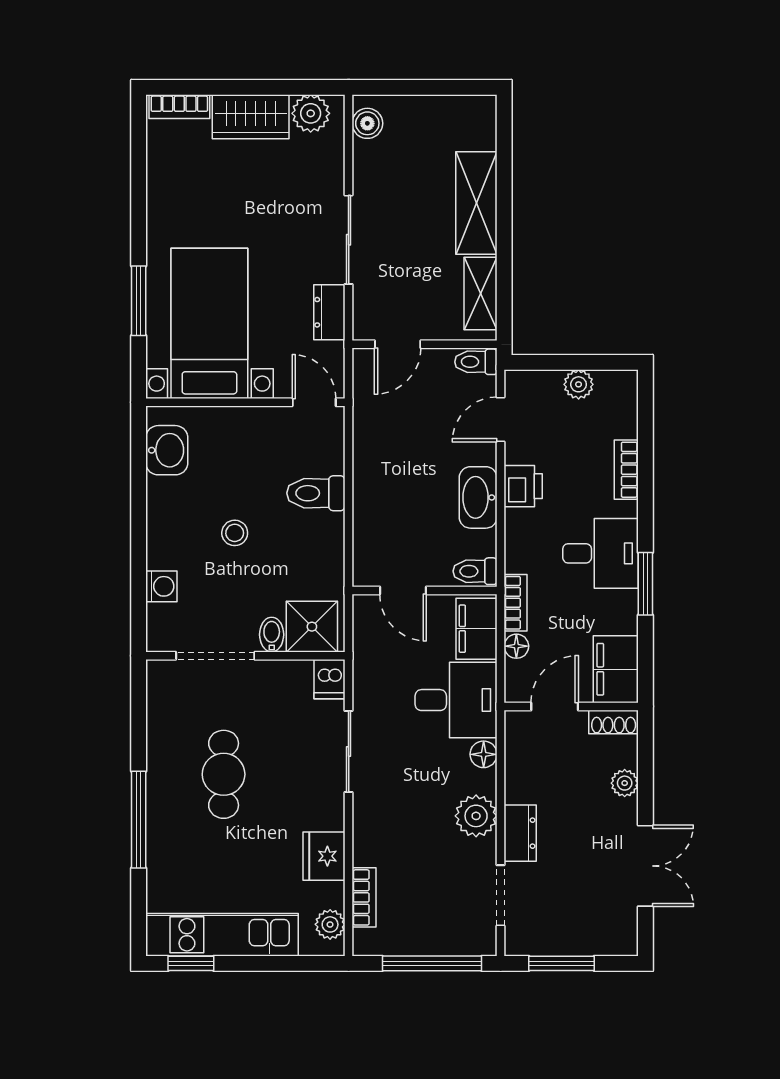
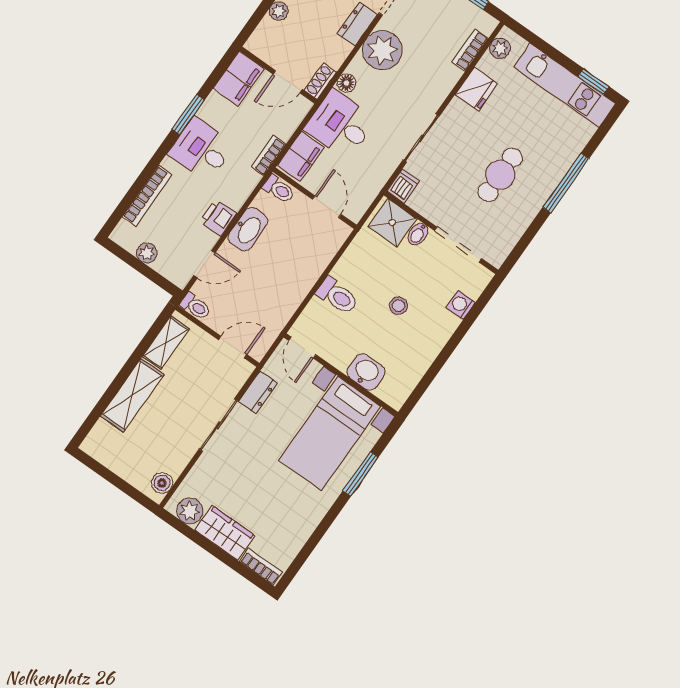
washbasin: (167, 450) -> (366, 372), moved, turned 90
bookcase: (626, 470) -> (147, 196), width x1.56
floor lamp: (516, 646) -> (285, 131), removed
shoe rack: (614, 722) -> (320, 81), moved, turned -90
plant: (476, 816) -> (382, 50), width x1.36, depth x1.36

